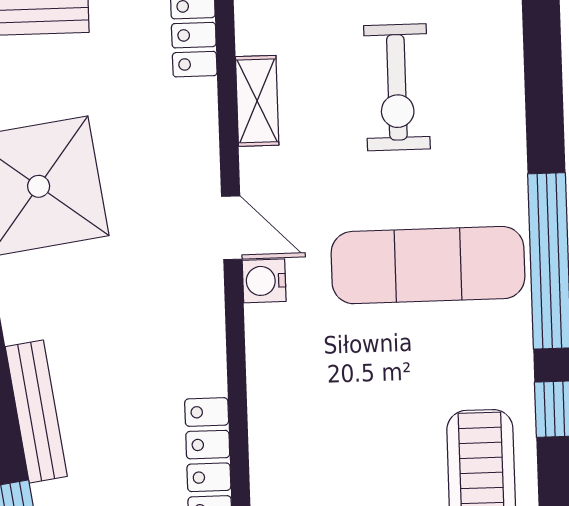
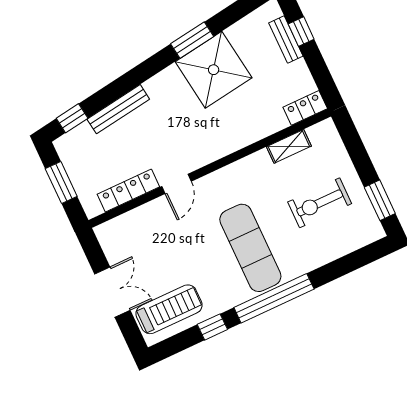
door: (232, 228) -> (176, 184), moved
water cooler: (264, 281) -> (214, 182), removed

